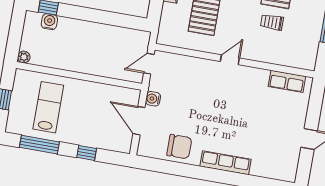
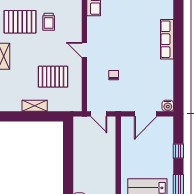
water cooler: (153, 99) -> (168, 106), moved
chair: (179, 147) -> (114, 75), moved, width x0.54, depth x0.54

